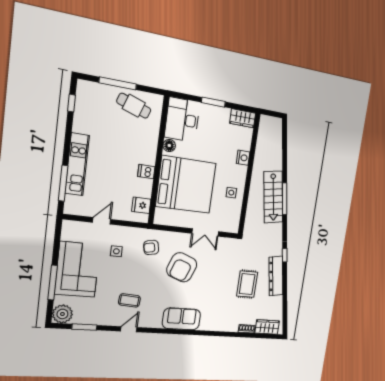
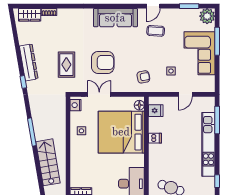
floor lamp: (169, 145) -> (139, 105), moved
nightstand: (243, 158) -> (75, 105), moved
kitchen unit: (77, 164) -> (208, 144), width x1.36
stairs: (273, 197) -> (48, 162), moved
armchair: (182, 267) -> (103, 62), moved, turned 69
rug: (247, 284) -> (66, 65), moved
sofa: (181, 319) -> (115, 18), width x1.36

